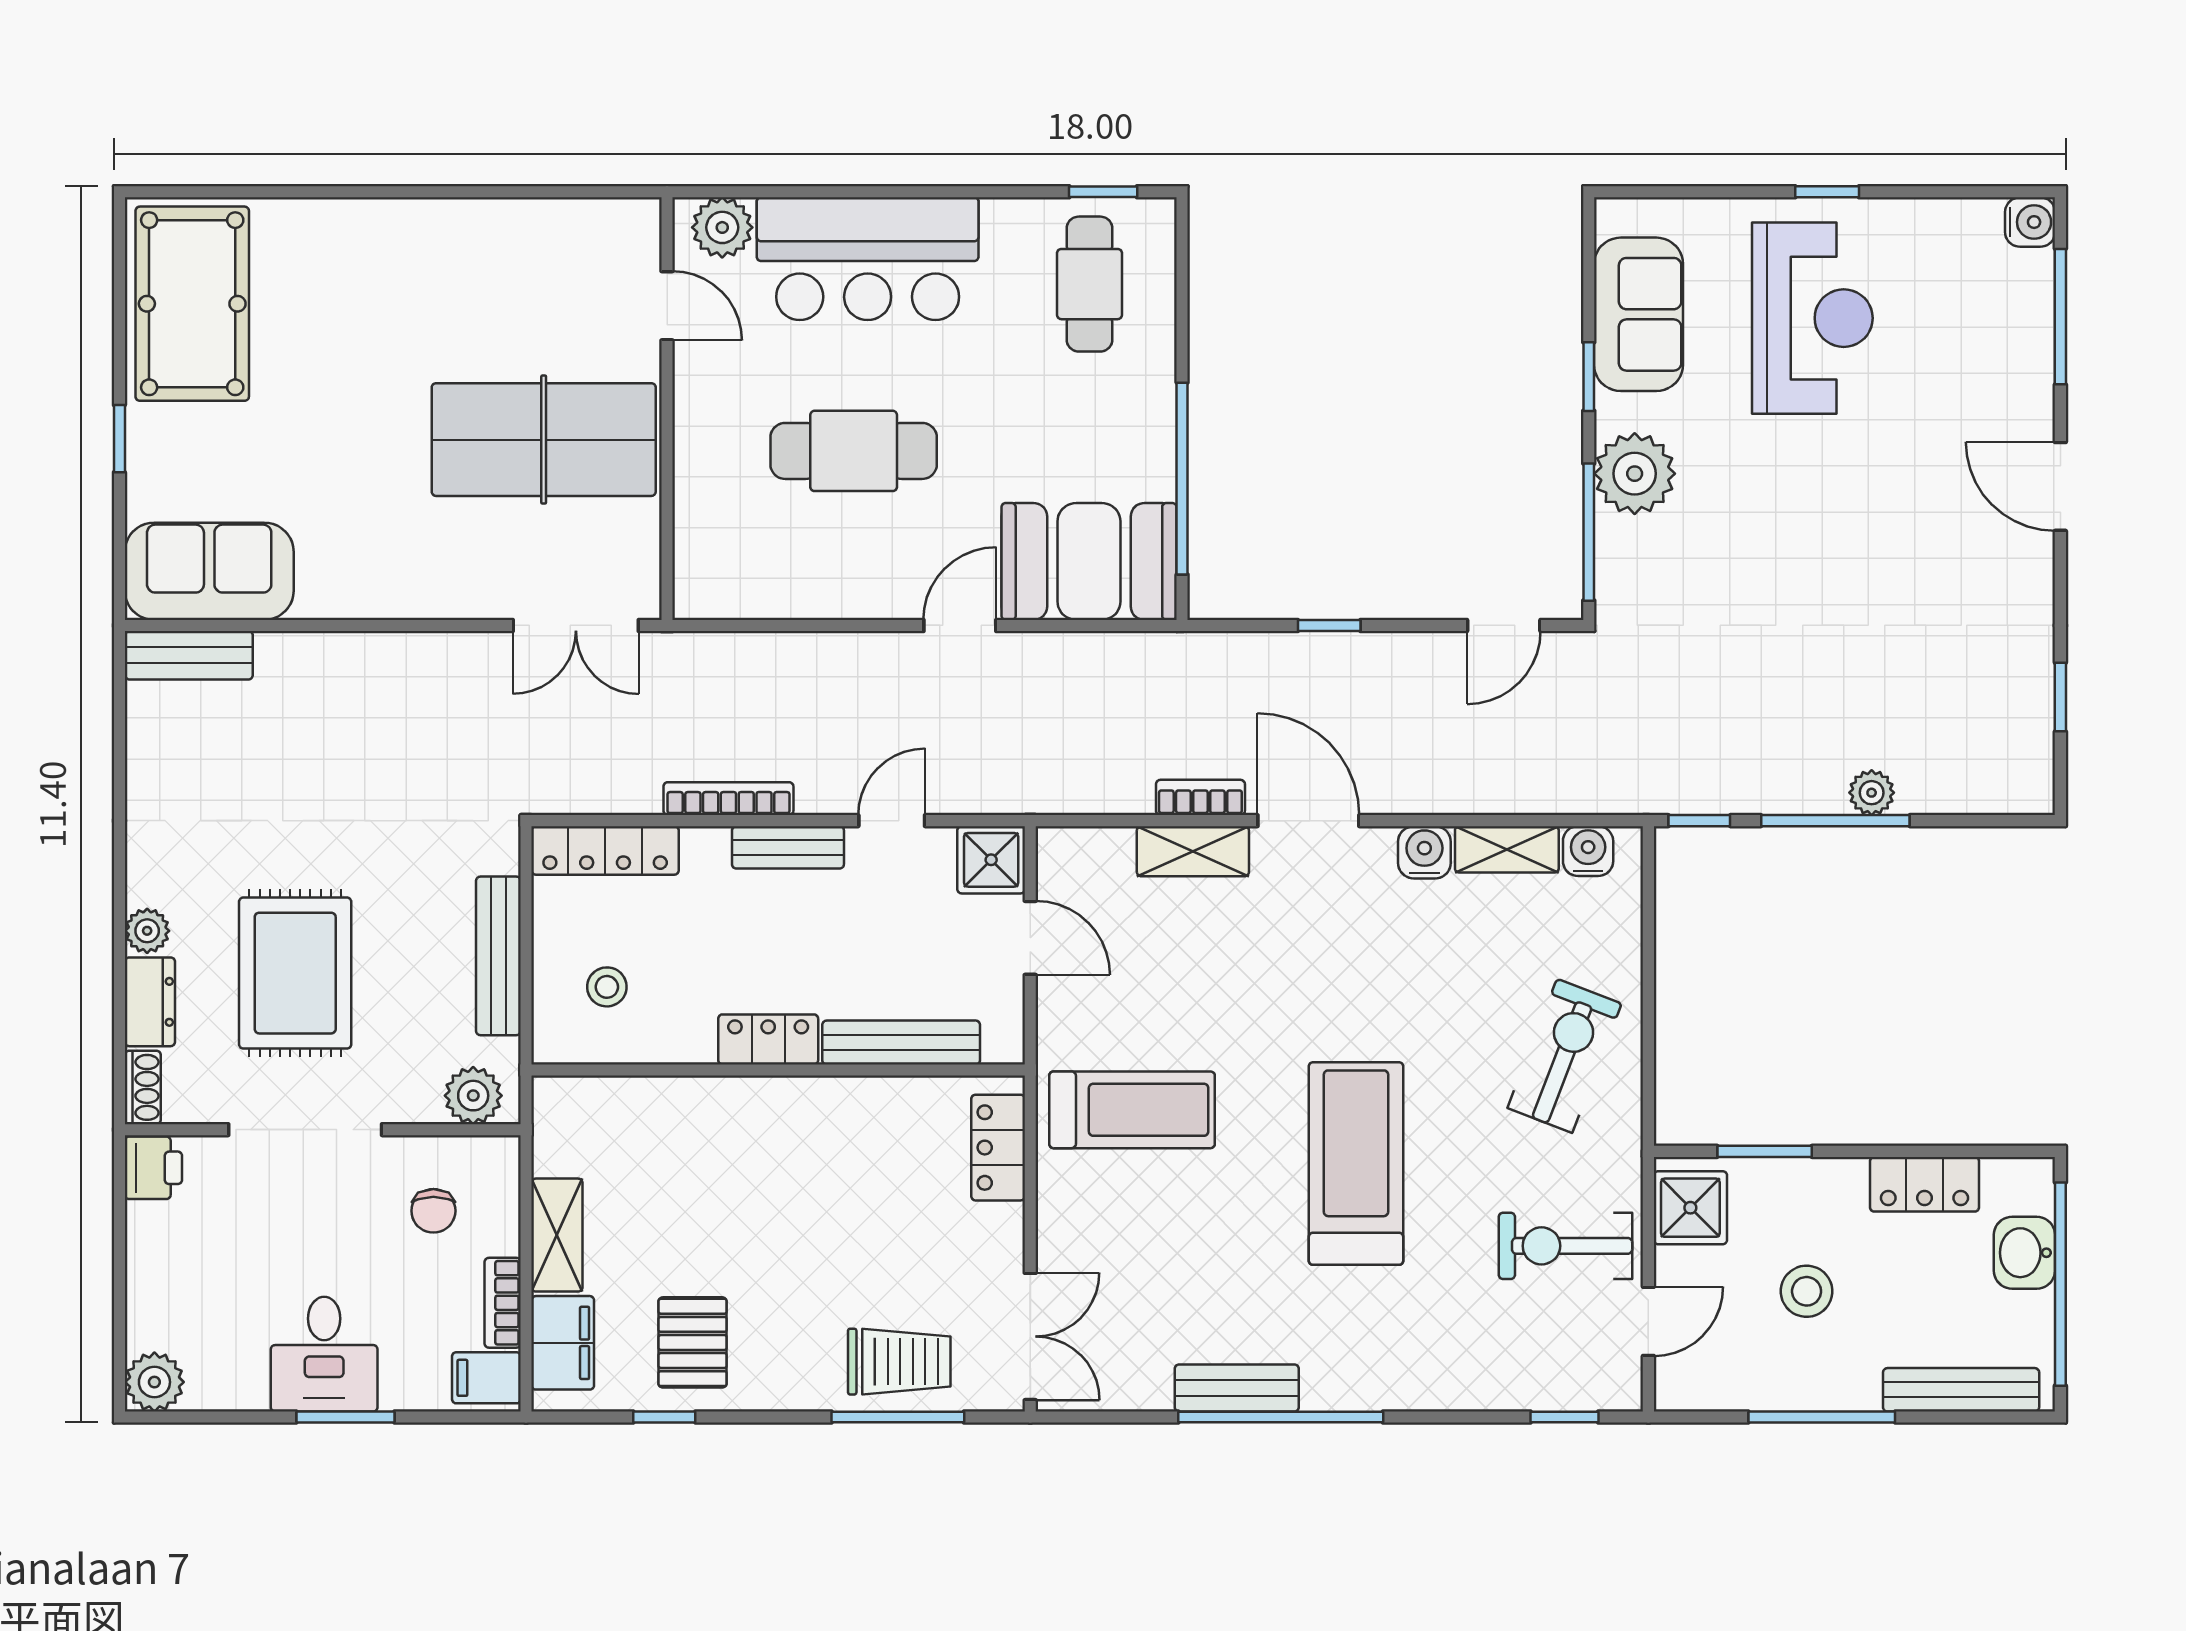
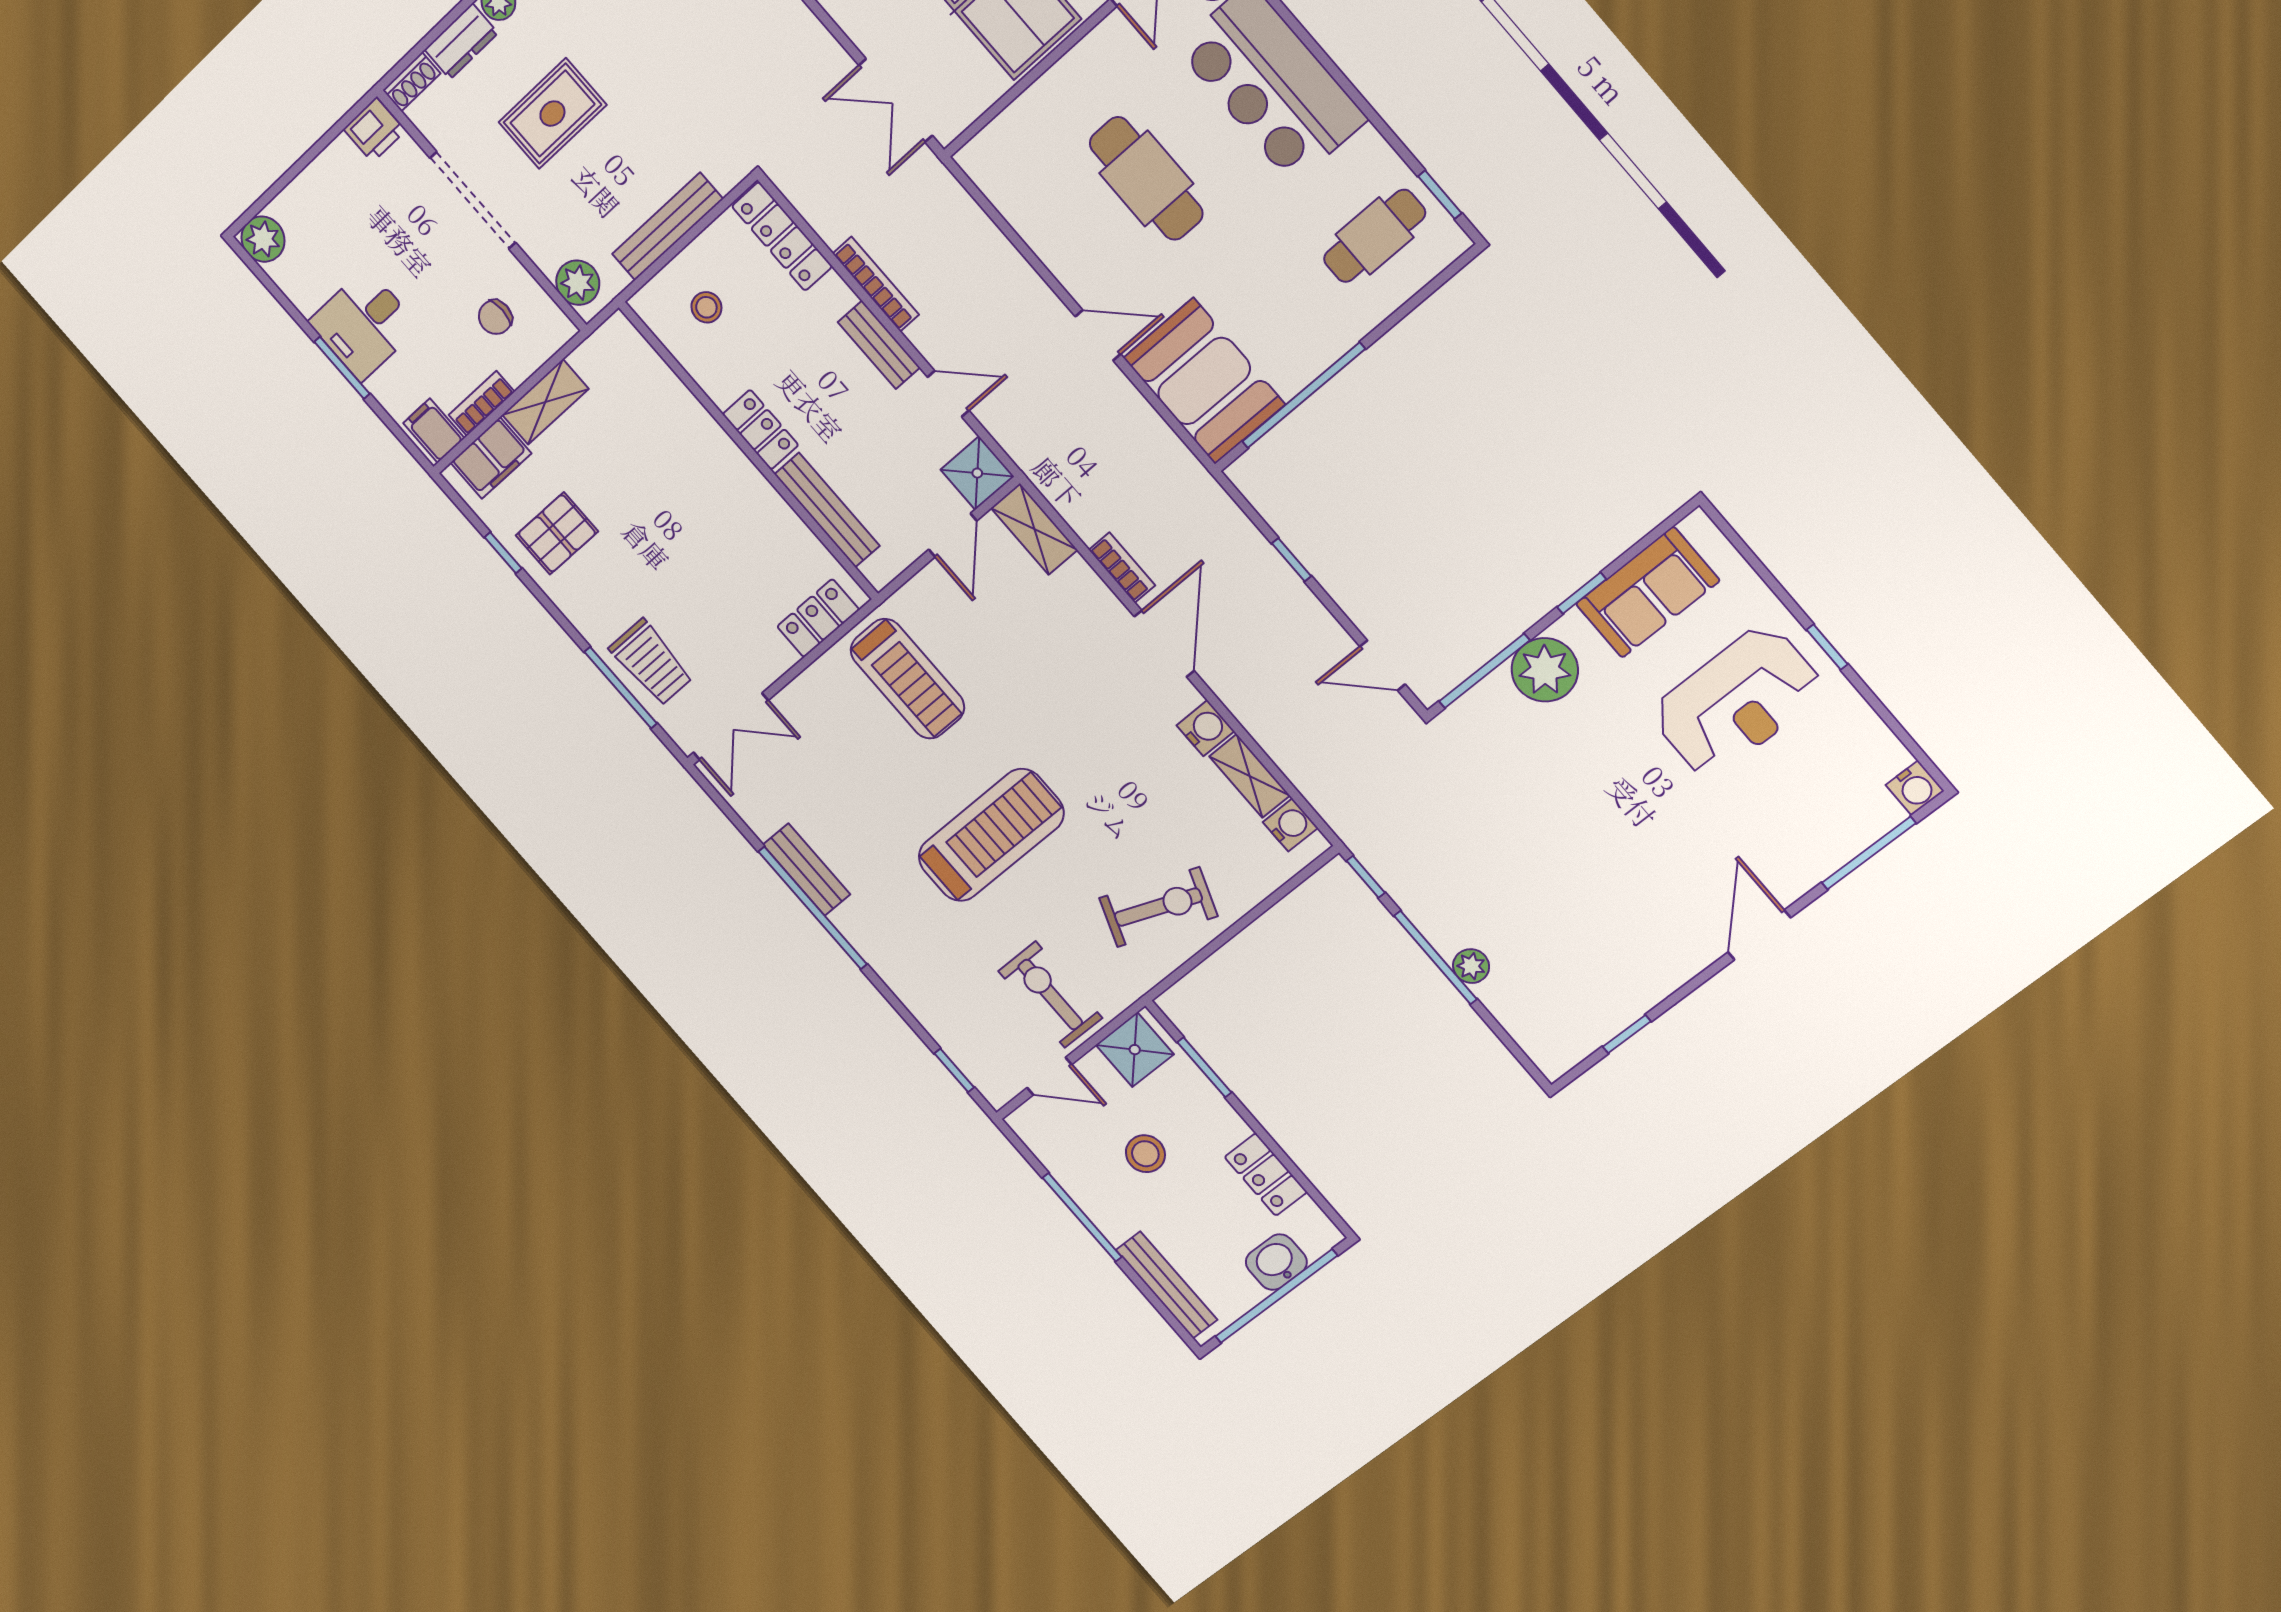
shelving: (1193, 851) -> (1034, 529), moved
rug: (295, 973) -> (552, 114), width x0.73, depth x0.70

